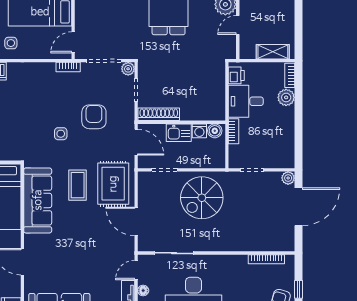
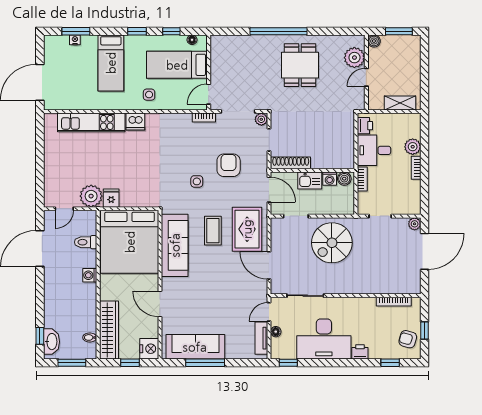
bookcase: (290, 75) -> (416, 168), moved

